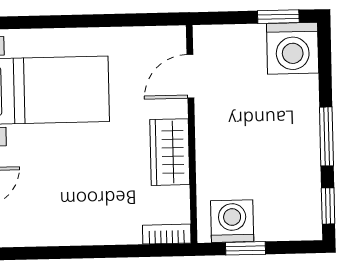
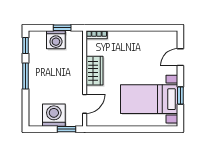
window: (278, 17) -> (66, 129), moved
washing machine: (293, 48) -> (54, 115), moved
washing machine: (232, 221) -> (56, 40), moved

